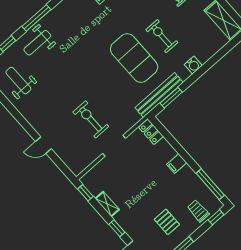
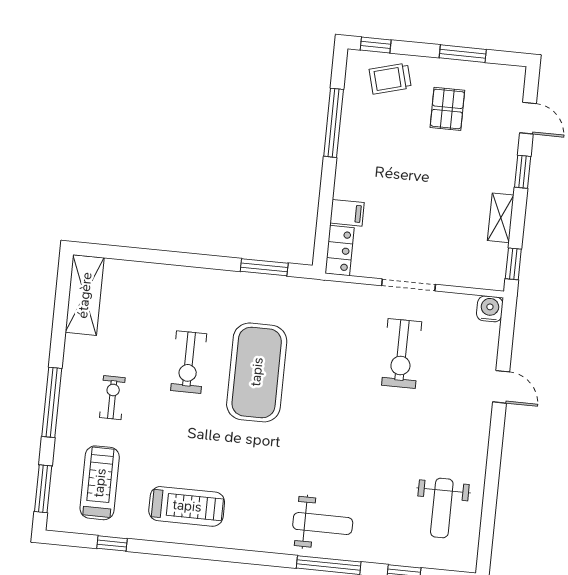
weight bench: (37, 43) -> (323, 524), moved
water cooler: (193, 65) -> (490, 309), moved
bench: (159, 95) -> (276, 288), removed
filing cabinet: (177, 164) -> (347, 213), moved
window: (210, 184) -> (334, 123), moved
trolley: (198, 211) -> (390, 79), turned 75

